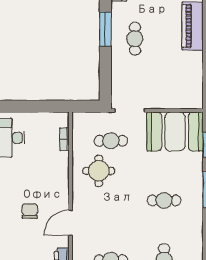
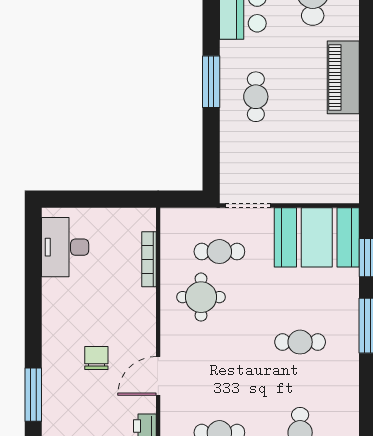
bookcase: (64, 139) -> (149, 259), width x1.56

